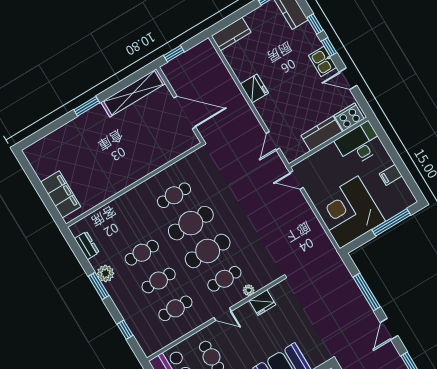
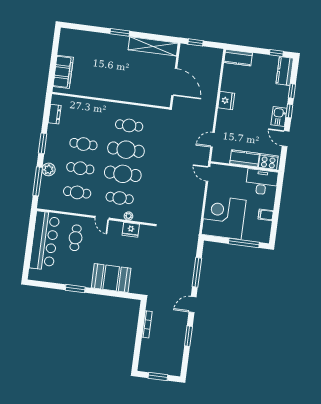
plant: (106, 273) -> (49, 169), moved
window: (125, 330) -> (38, 181), width x2.17

